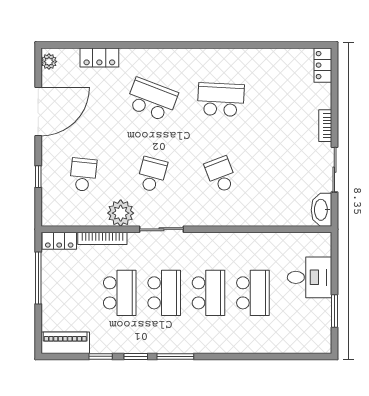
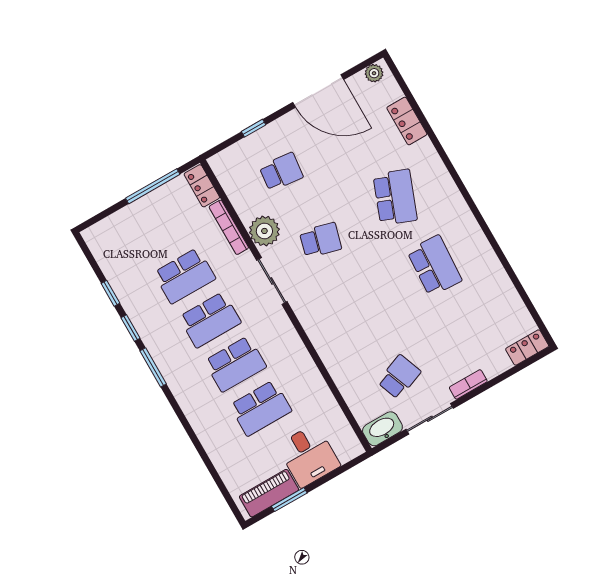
school desk: (221, 175) -> (399, 377), moved
piano: (65, 343) -> (269, 493), moved, turned -90

